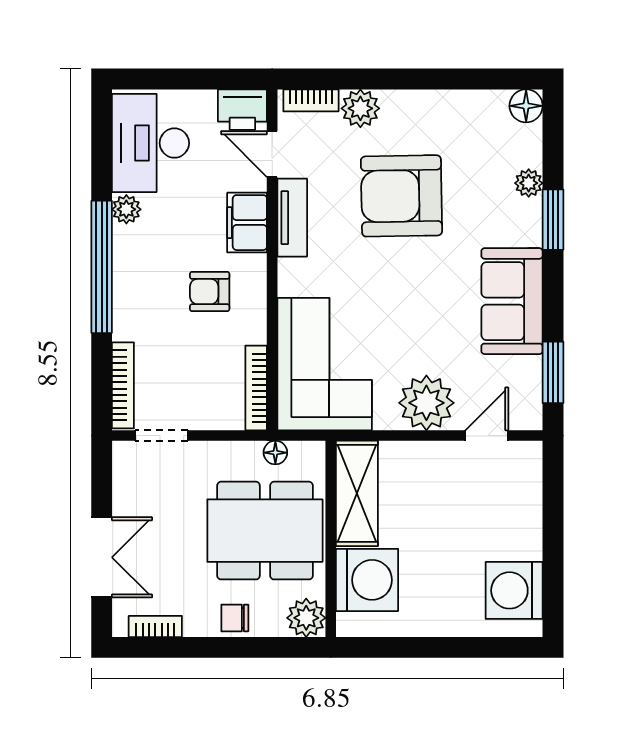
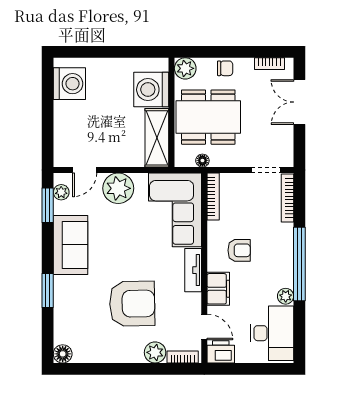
plant: (529, 183) -> (61, 192), moved
tv unit: (292, 218) -> (193, 270), moved

